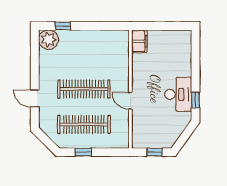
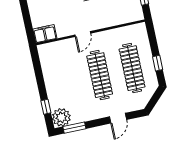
window: (35, 51) -> (74, 128), added
door: (130, 101) -> (83, 34), moved

